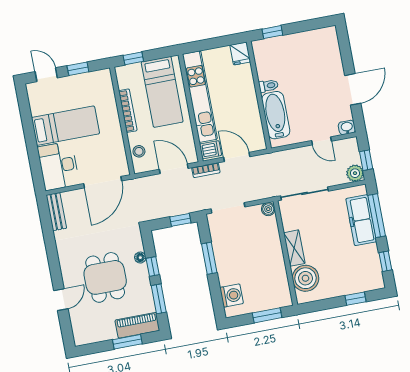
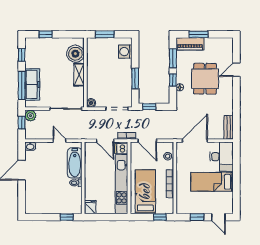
door: (321, 141) -> (60, 141), moved

